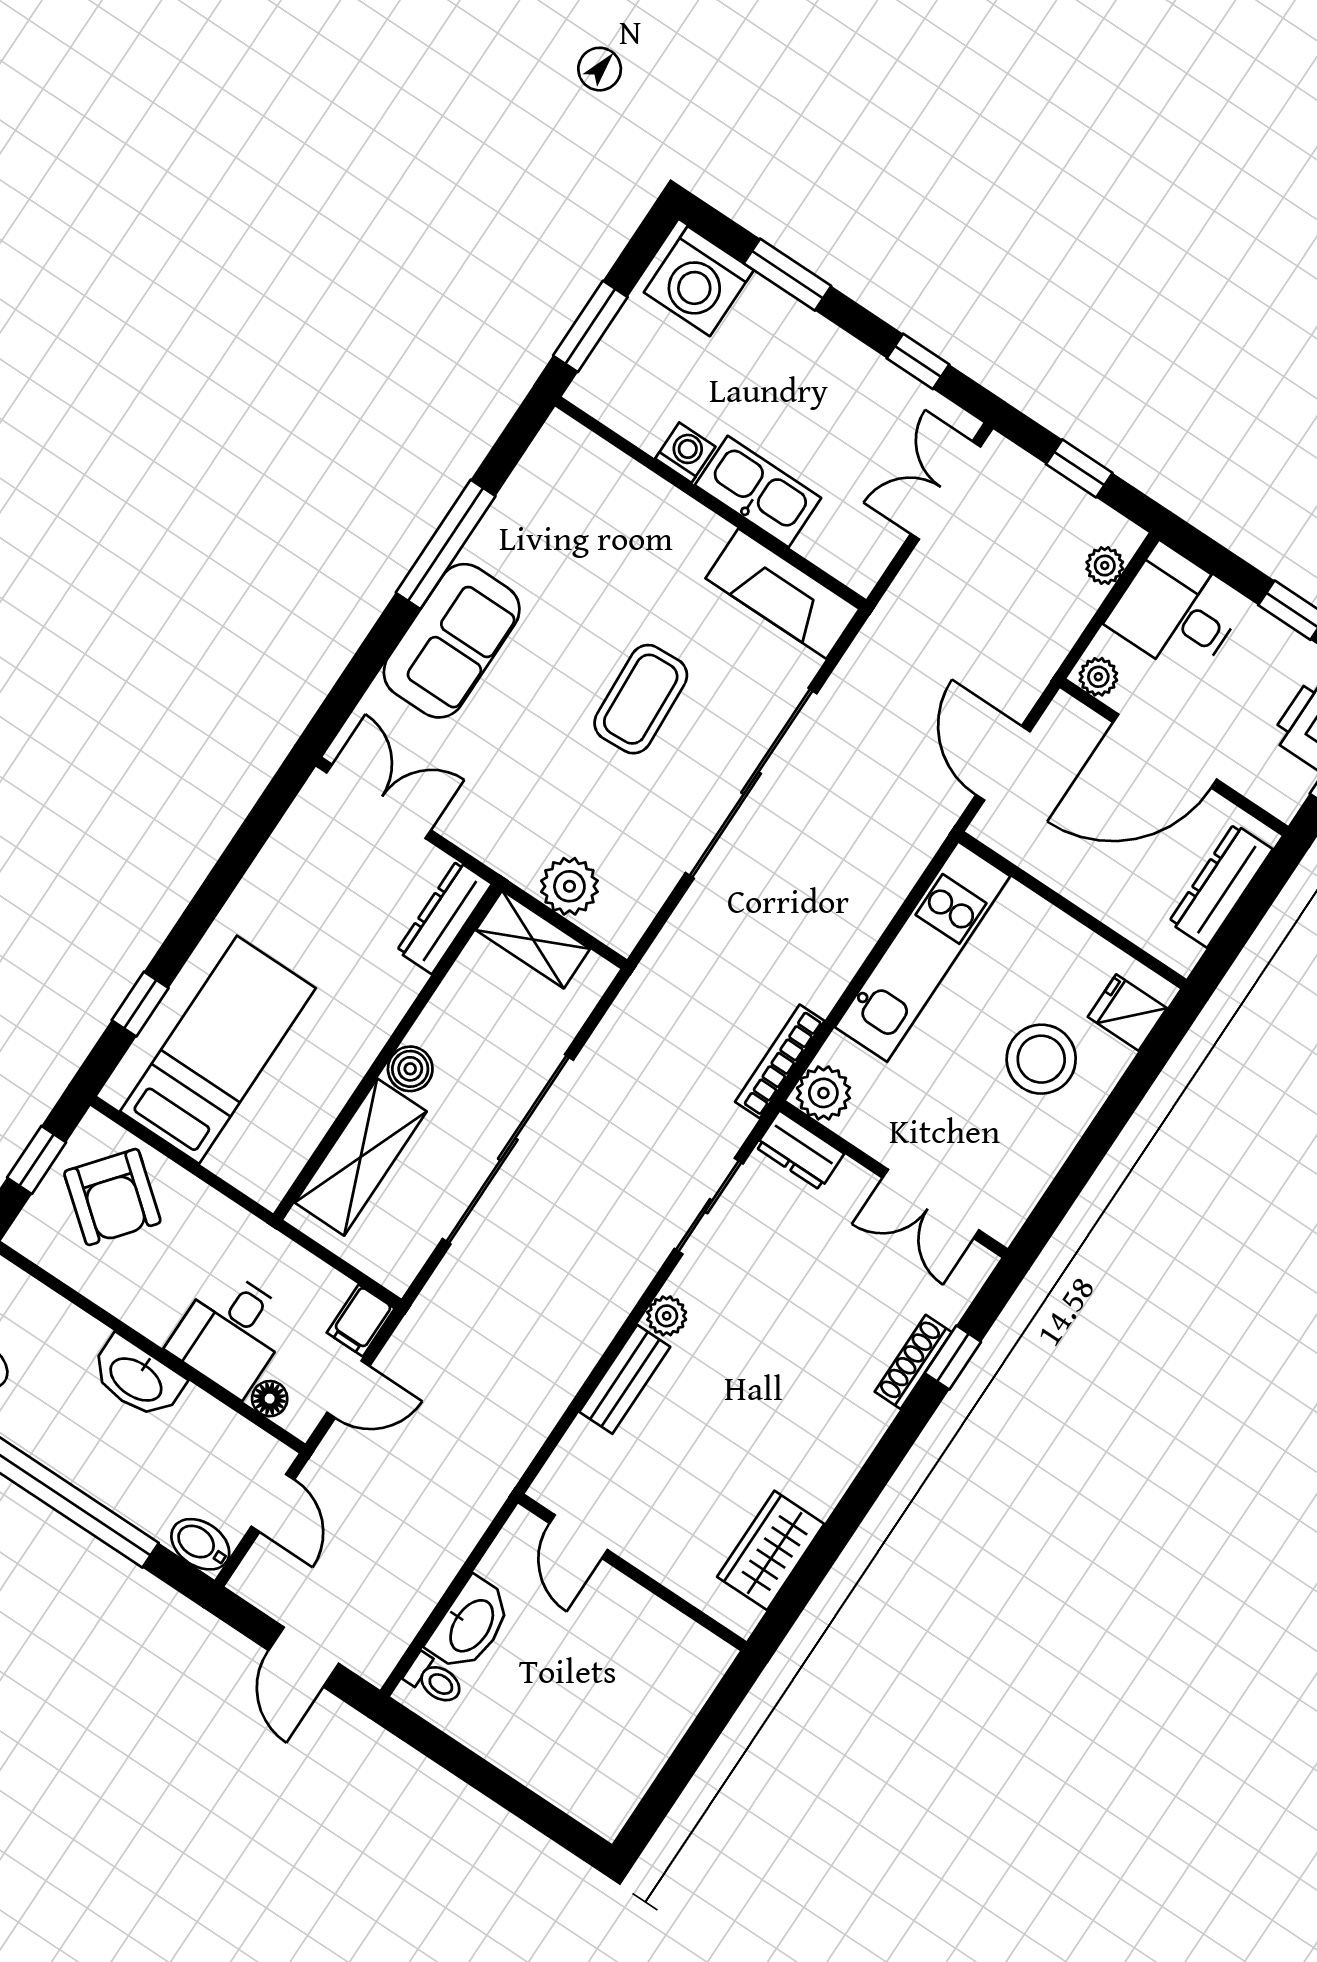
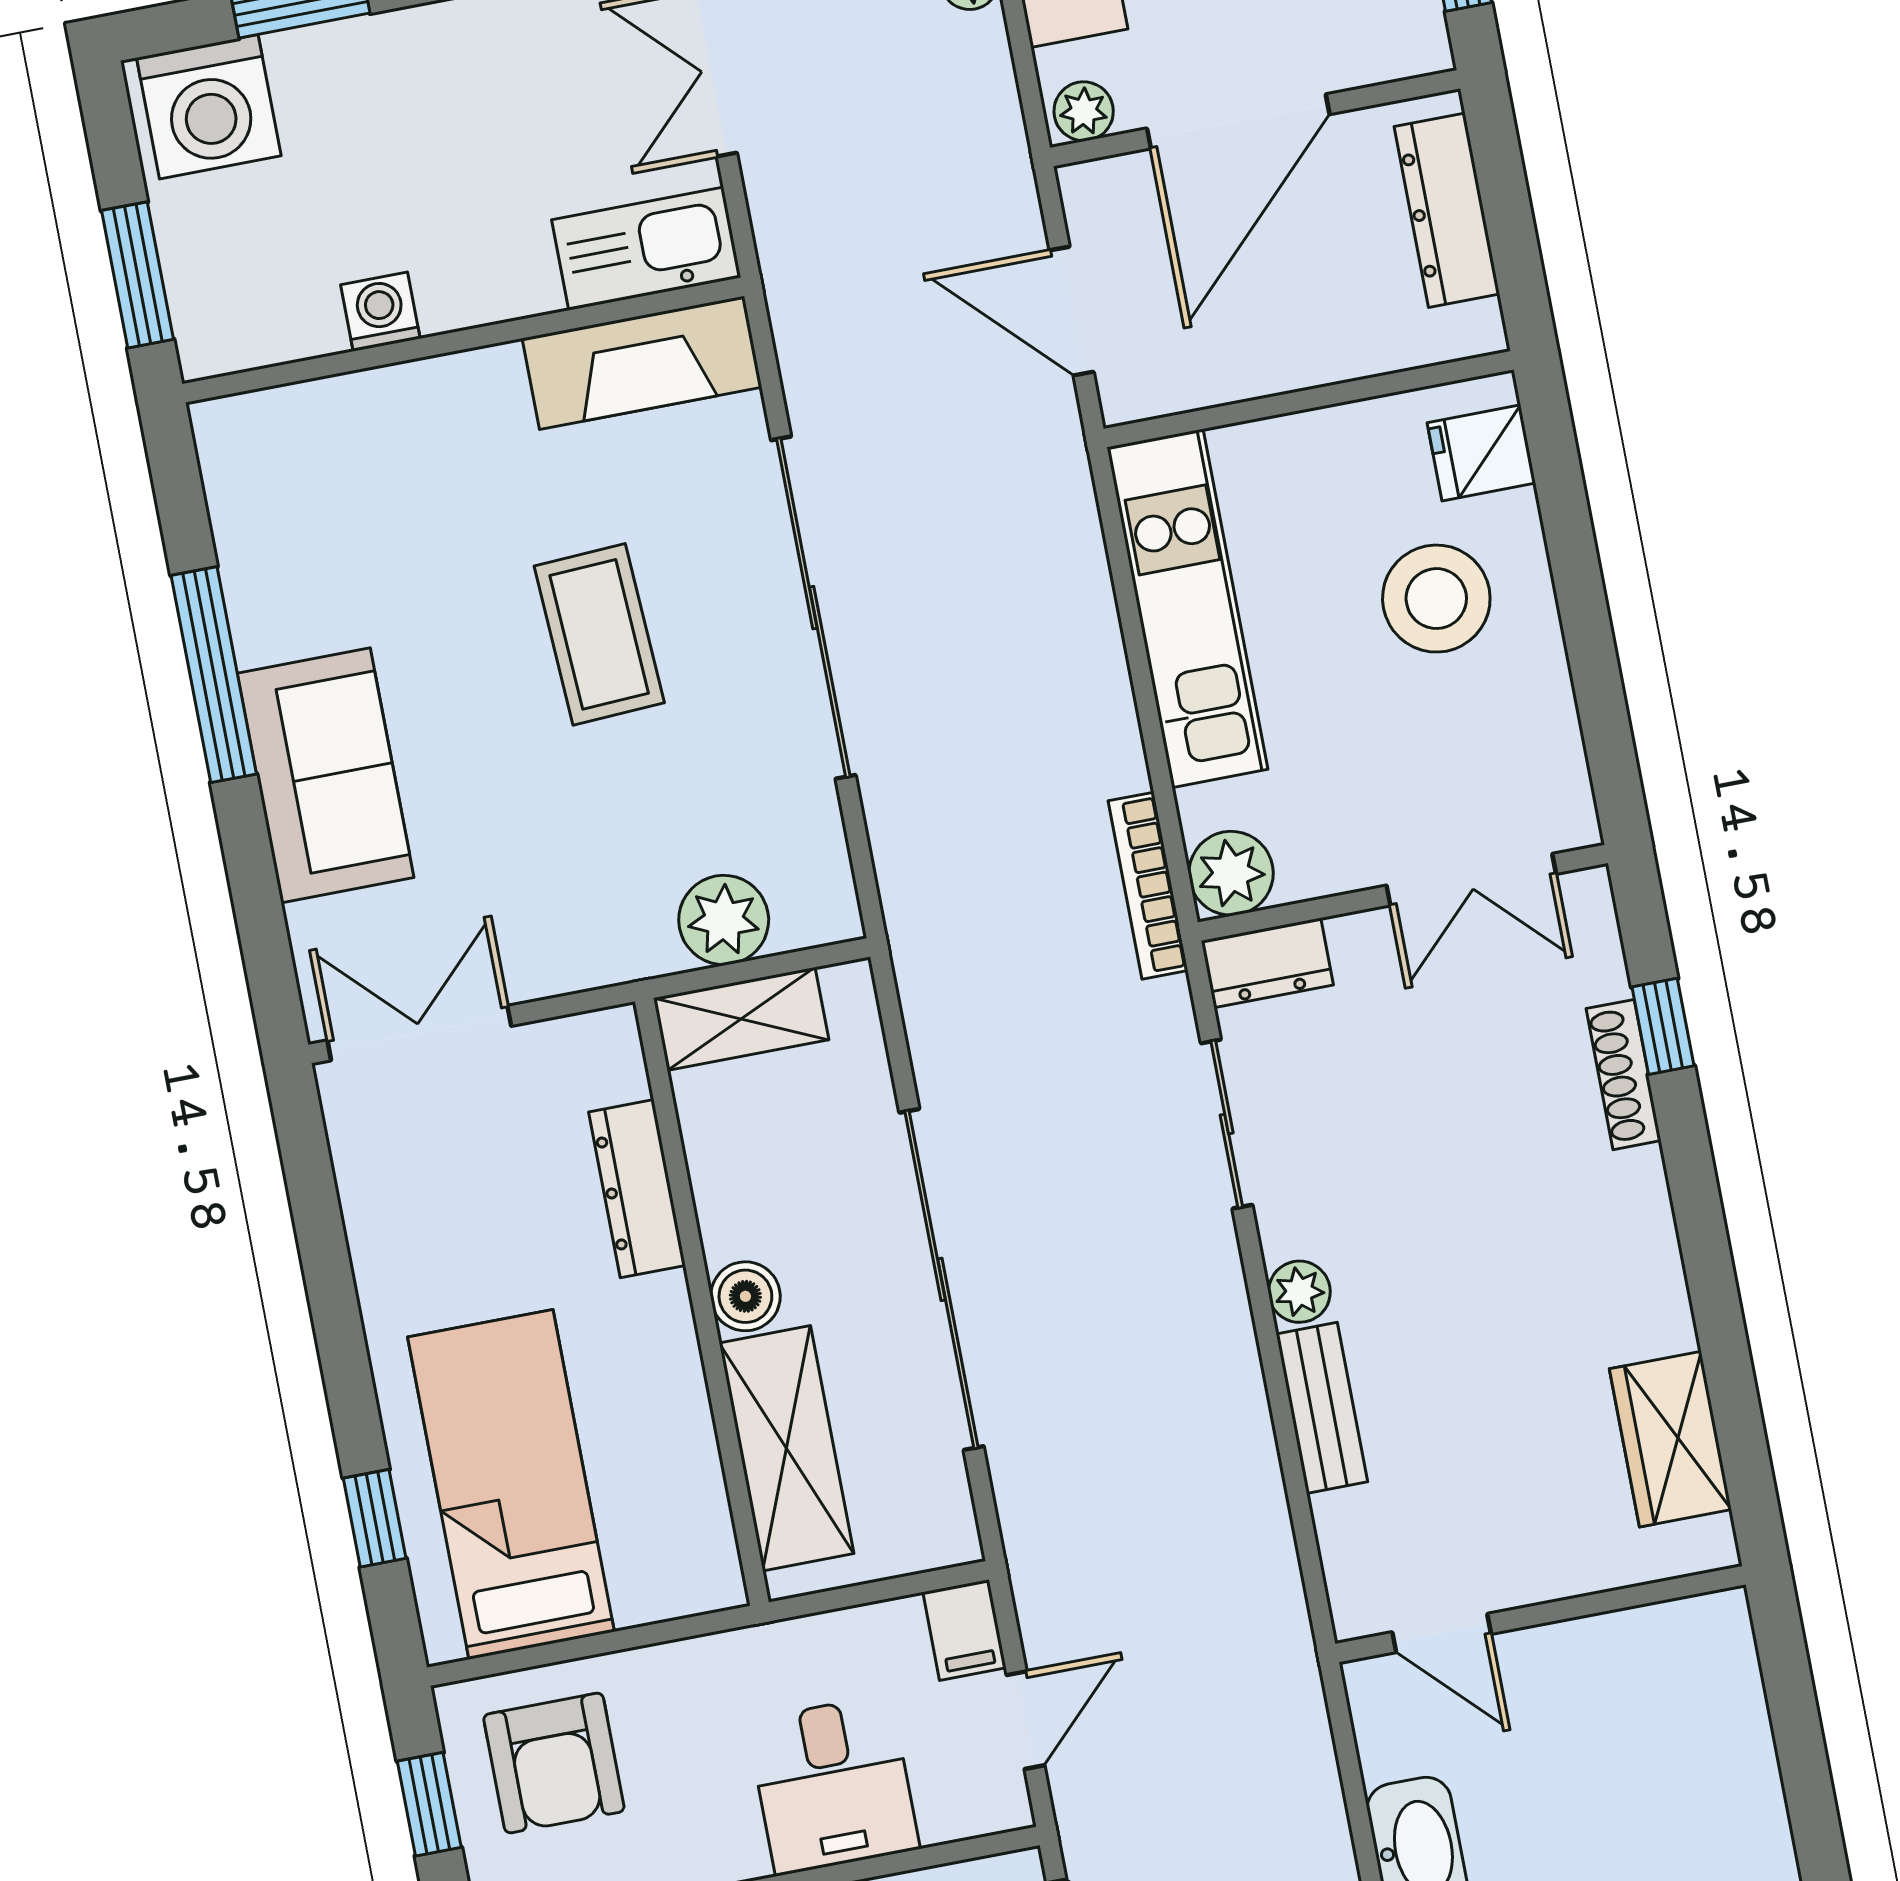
kitchen sink: (758, 492) -> (646, 249), moved
dresser: (444, 917) -> (637, 1189), moved
armchair: (112, 1197) -> (554, 1763), turned 51
floor lamp: (270, 1399) -> (948, 1816), removed

